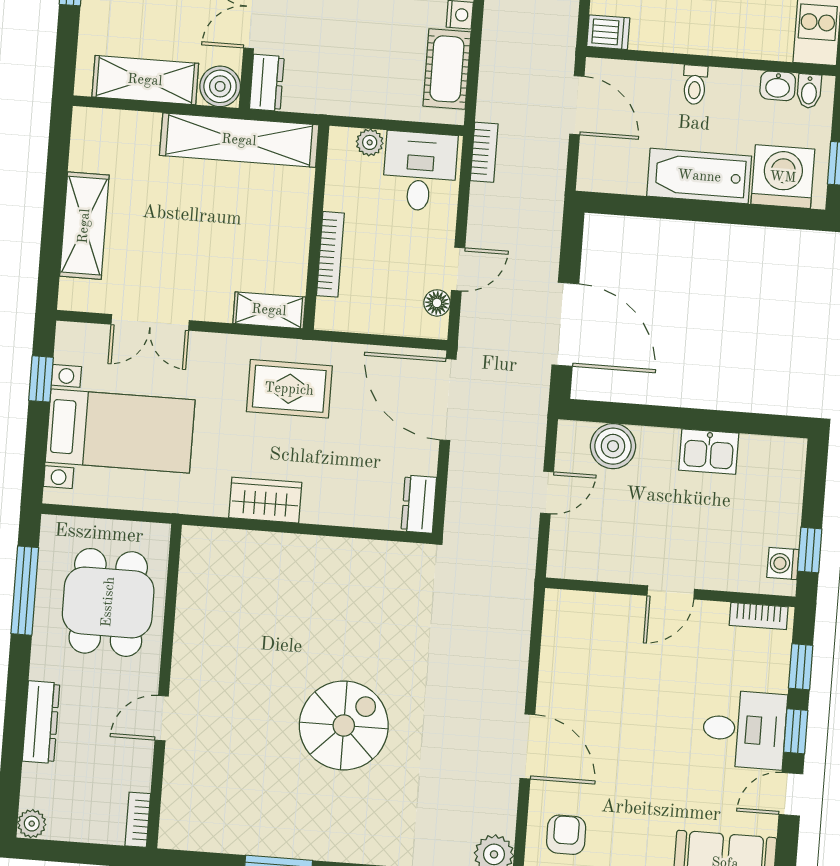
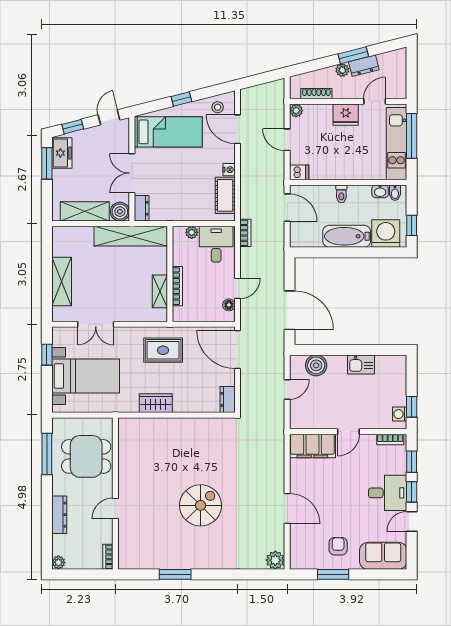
shelving: (269, 310) -> (160, 291), moved, turned 90
dining table: (108, 602) -> (86, 456), turned 90
filing cabinet: (592, 617) -> (312, 446), added
armchair: (566, 835) -> (338, 546), moved

